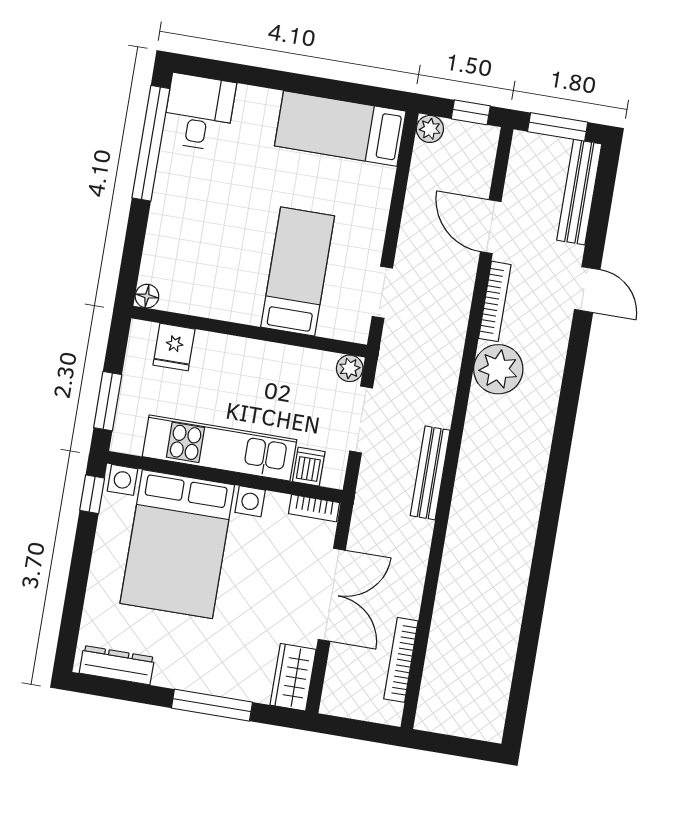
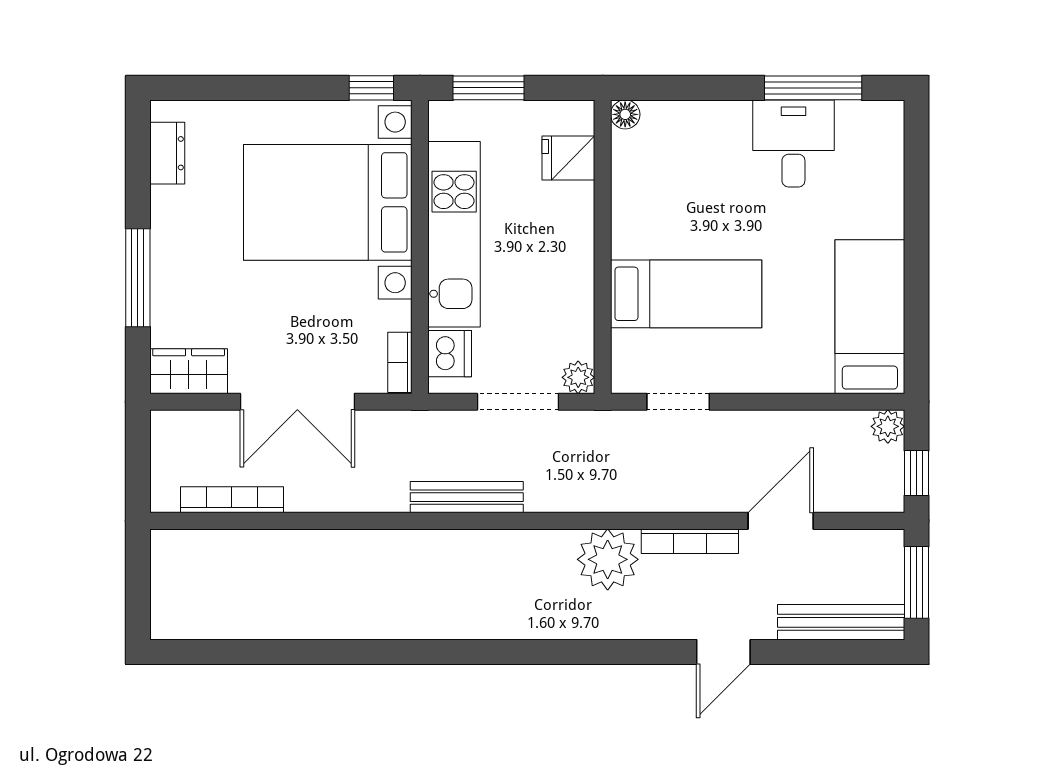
desk: (199, 112) -> (793, 144), moved, turned -90
window: (151, 143) -> (813, 88), width x0.68
dishwasher: (309, 467) -> (450, 354), width x1.38
dresser: (117, 665) -> (167, 153), width x0.70

